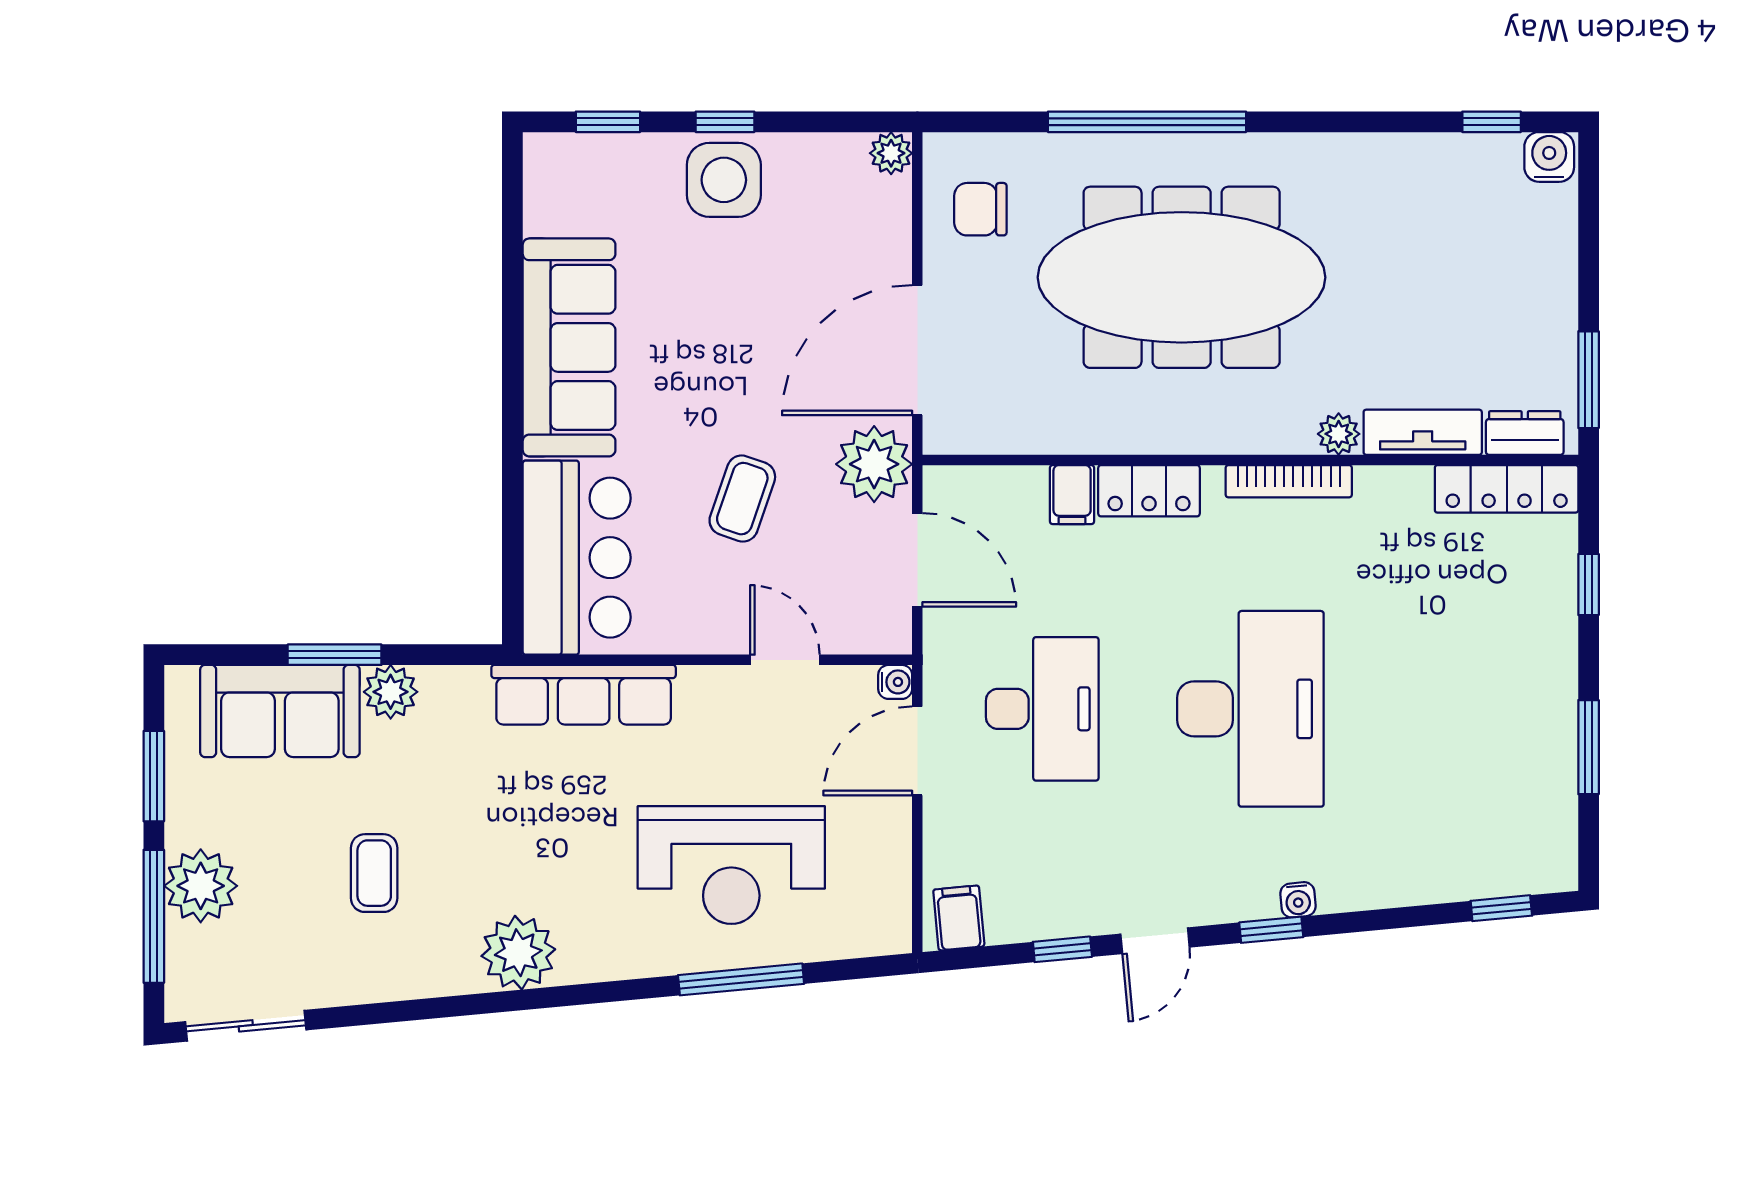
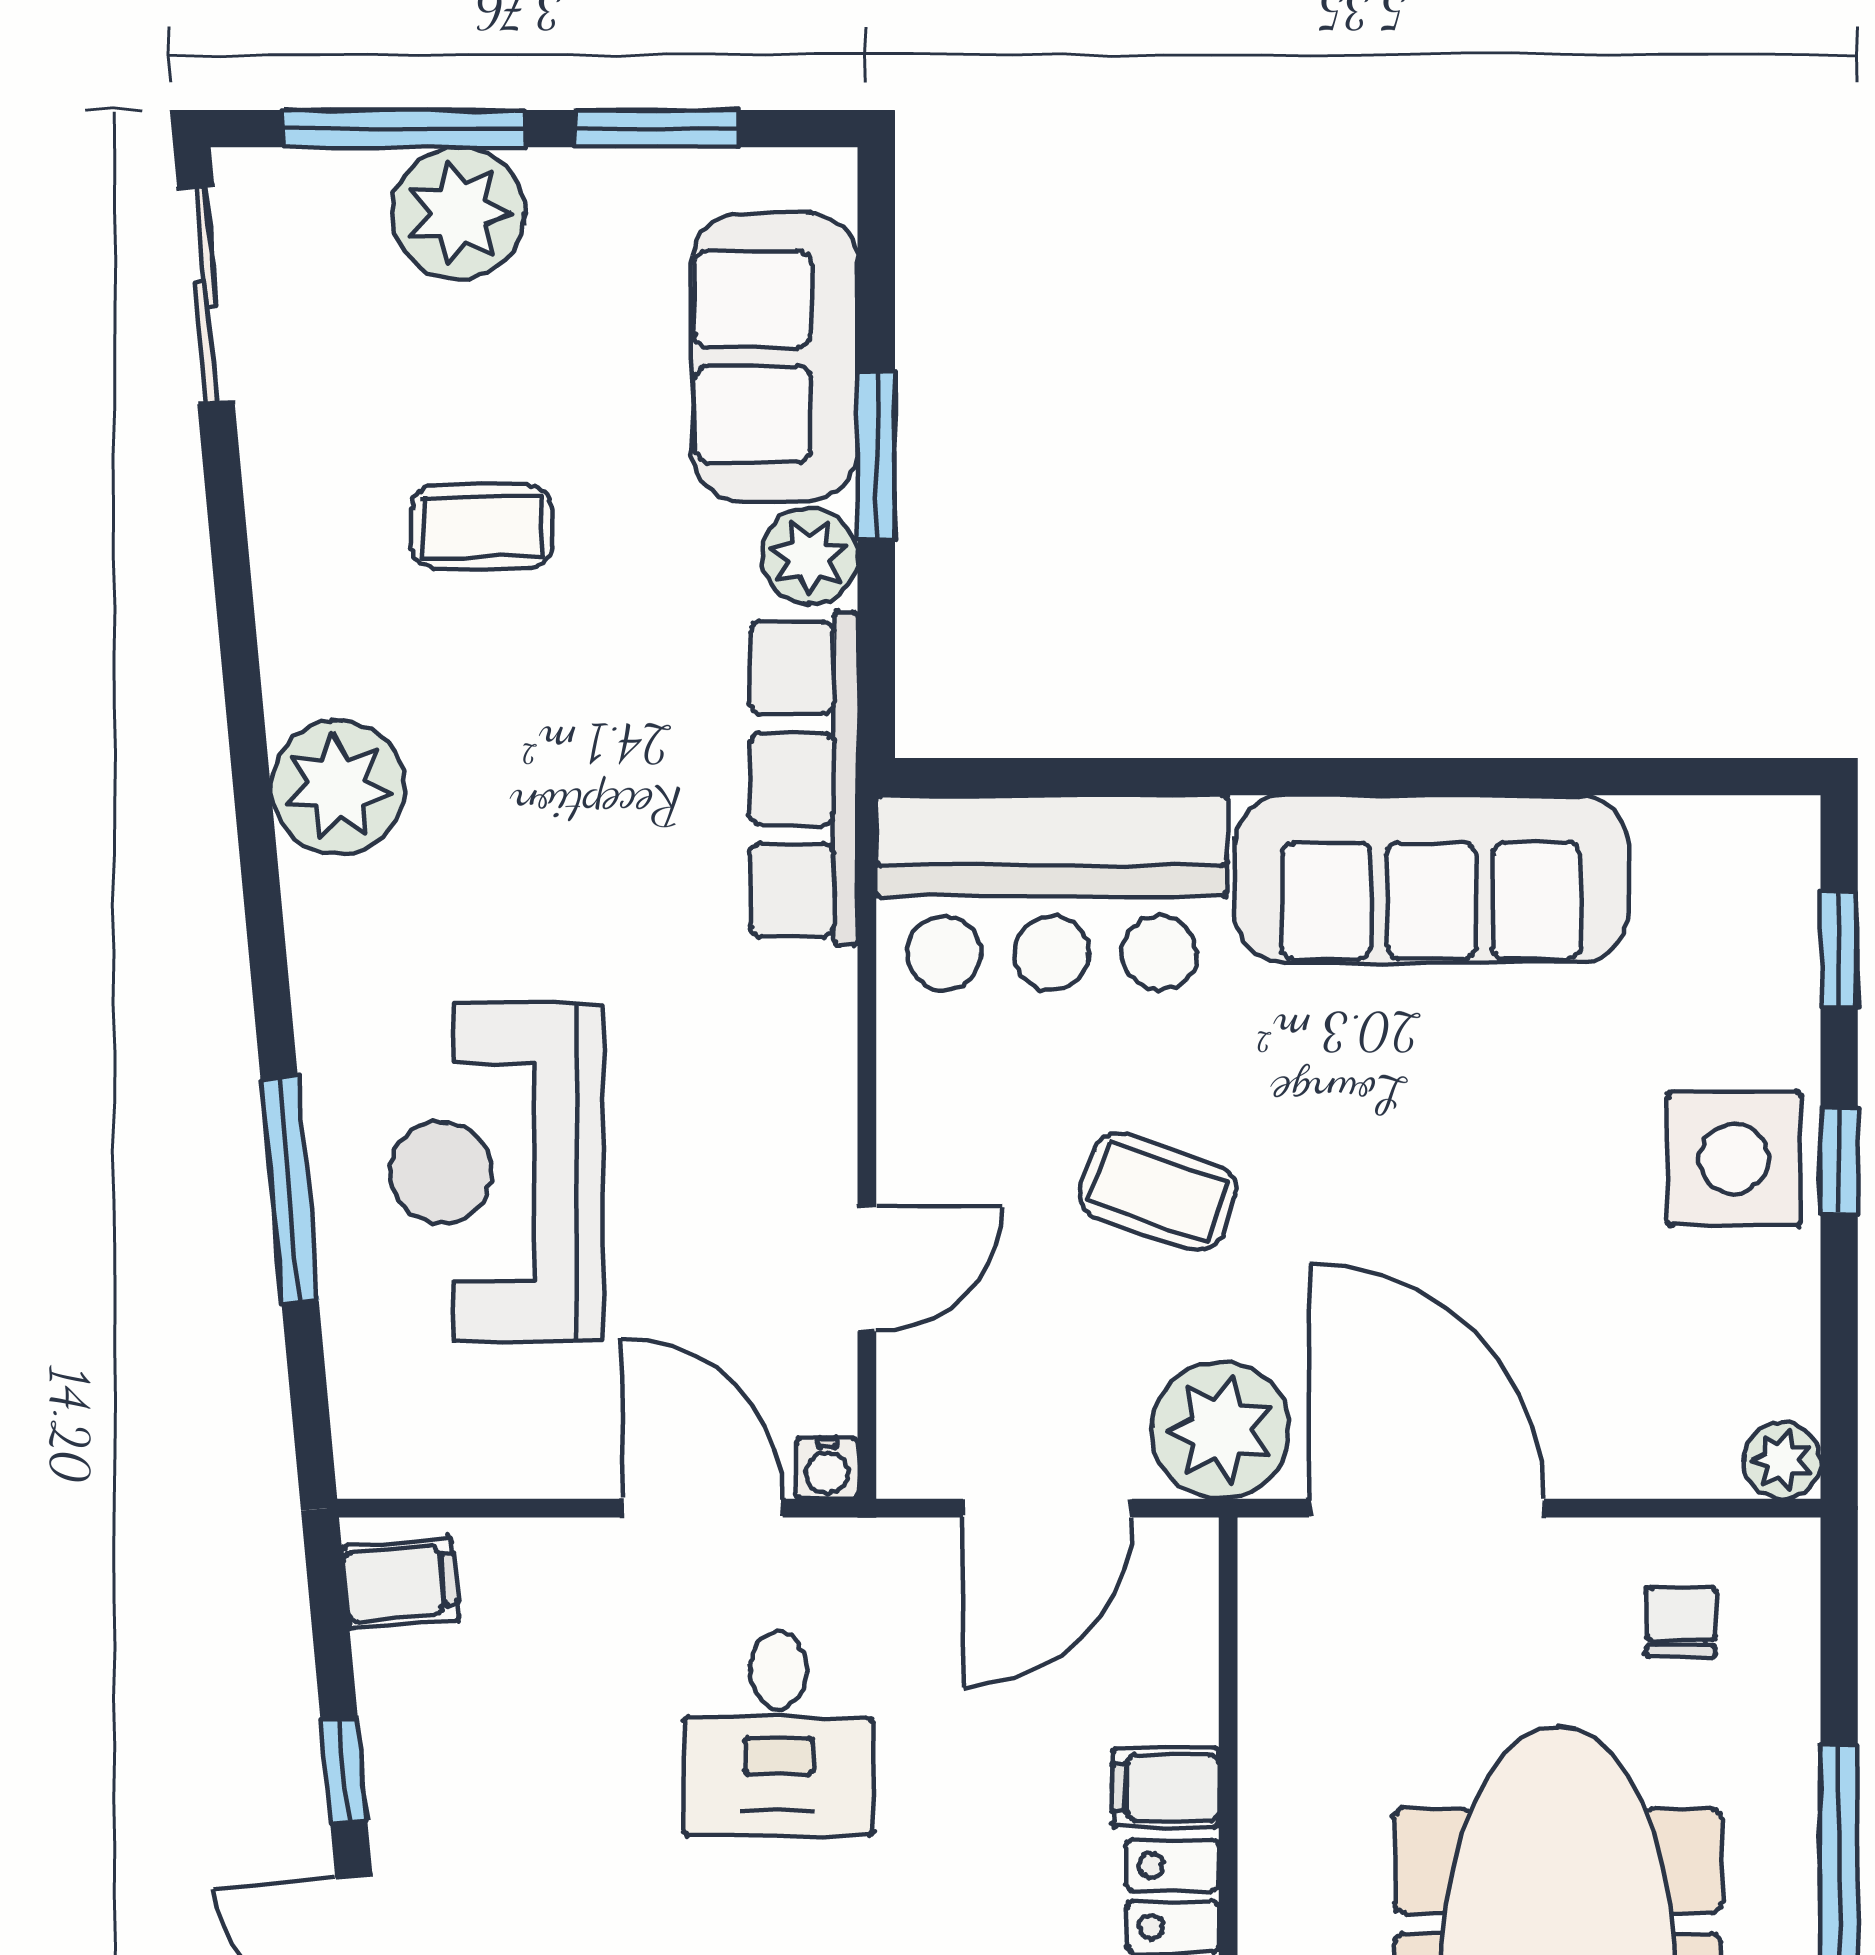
chair: (980, 209) -> (1681, 1622), width x0.73, depth x0.73
row of seats: (584, 695) -> (804, 779), moved
desk: (1042, 709) -> (778, 1734), width x0.73

